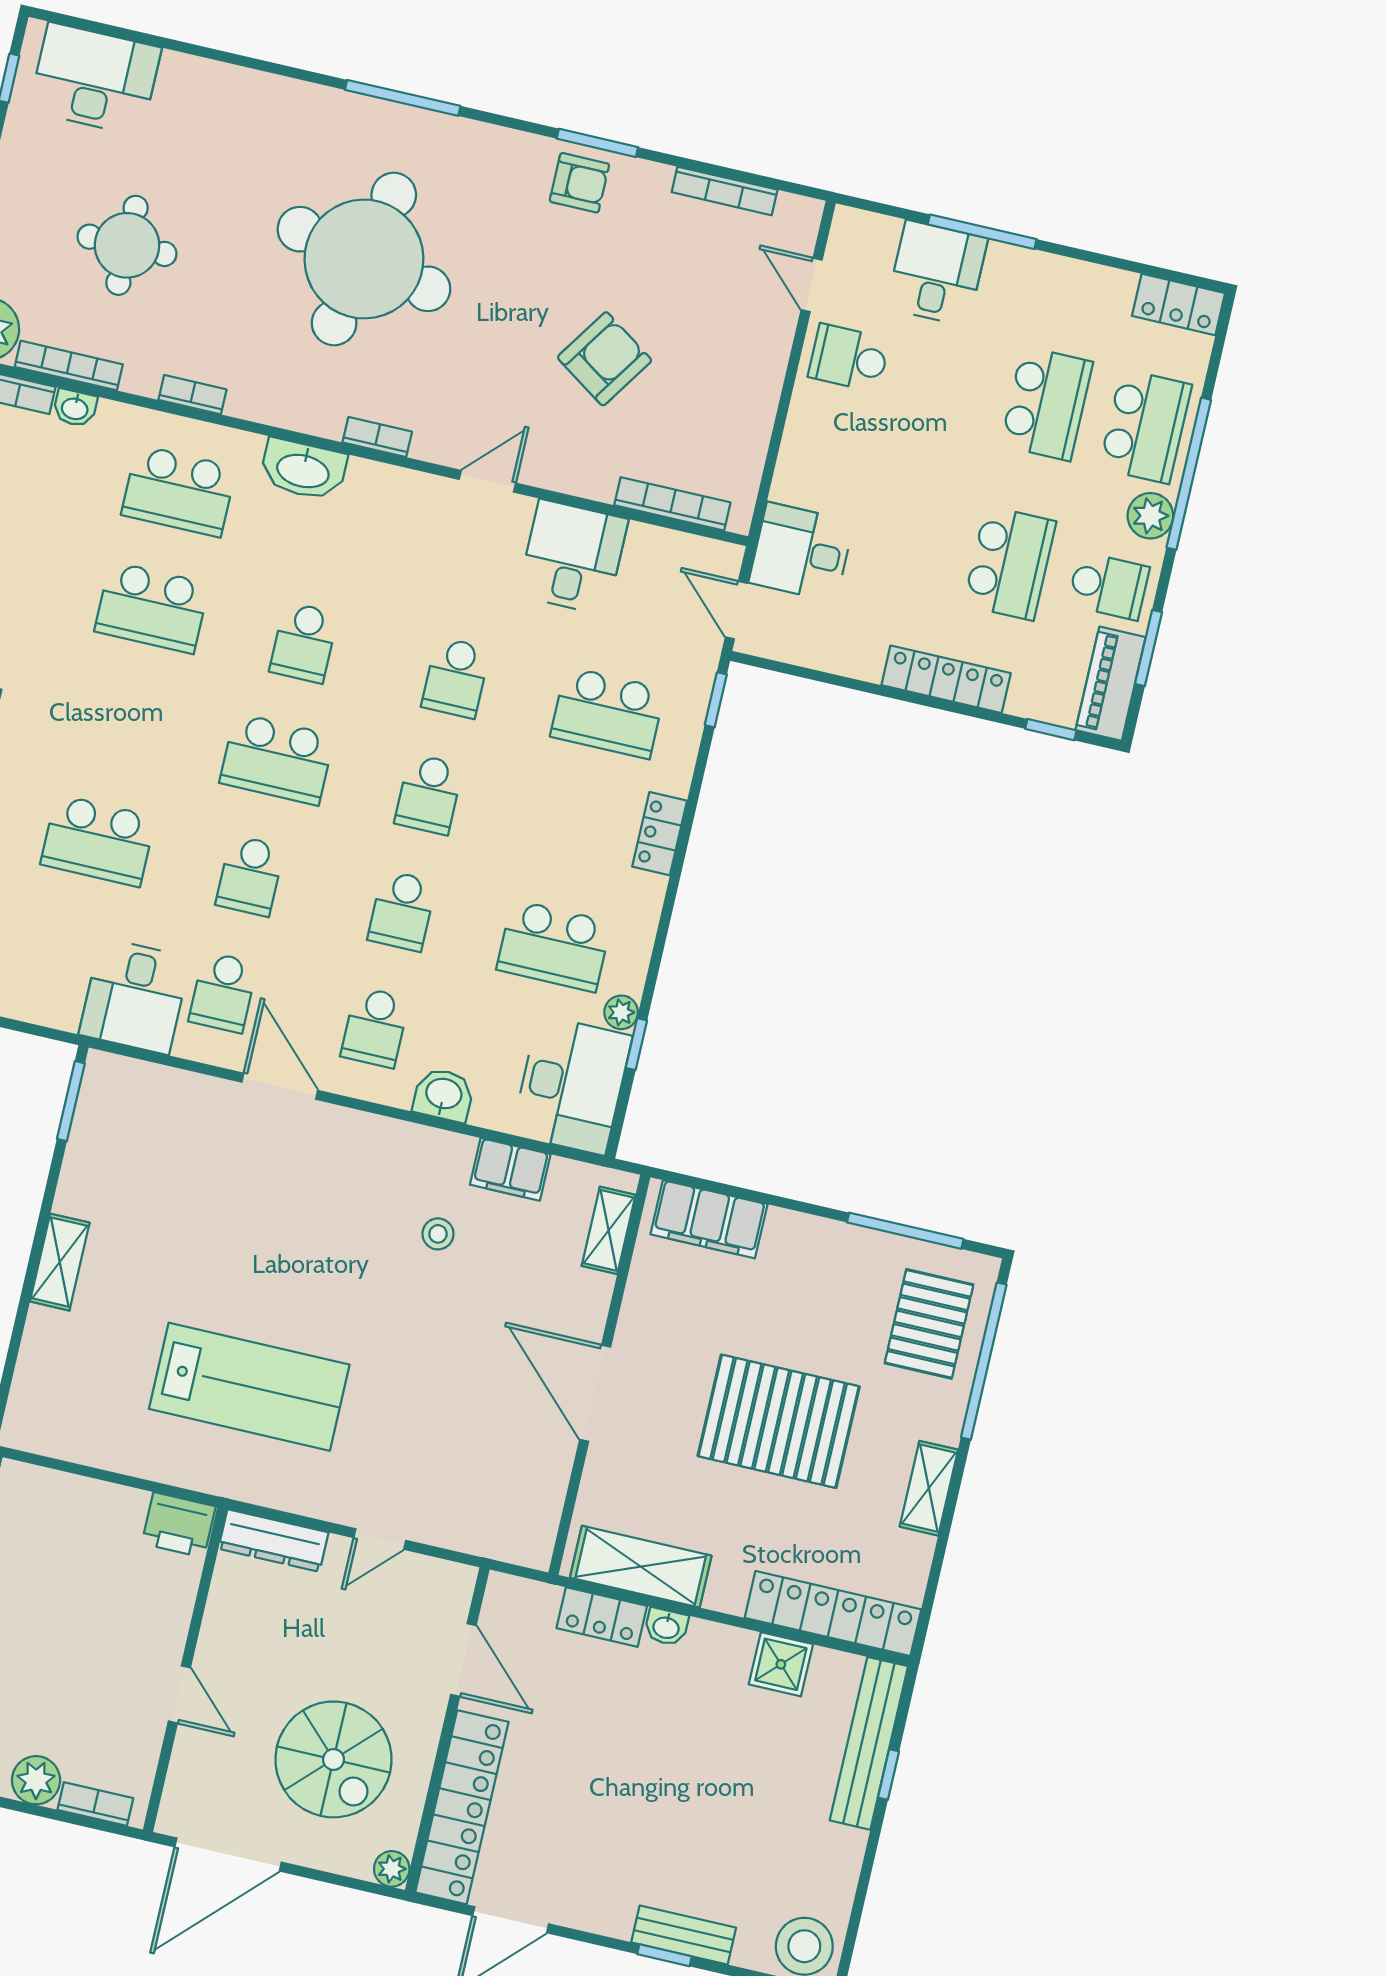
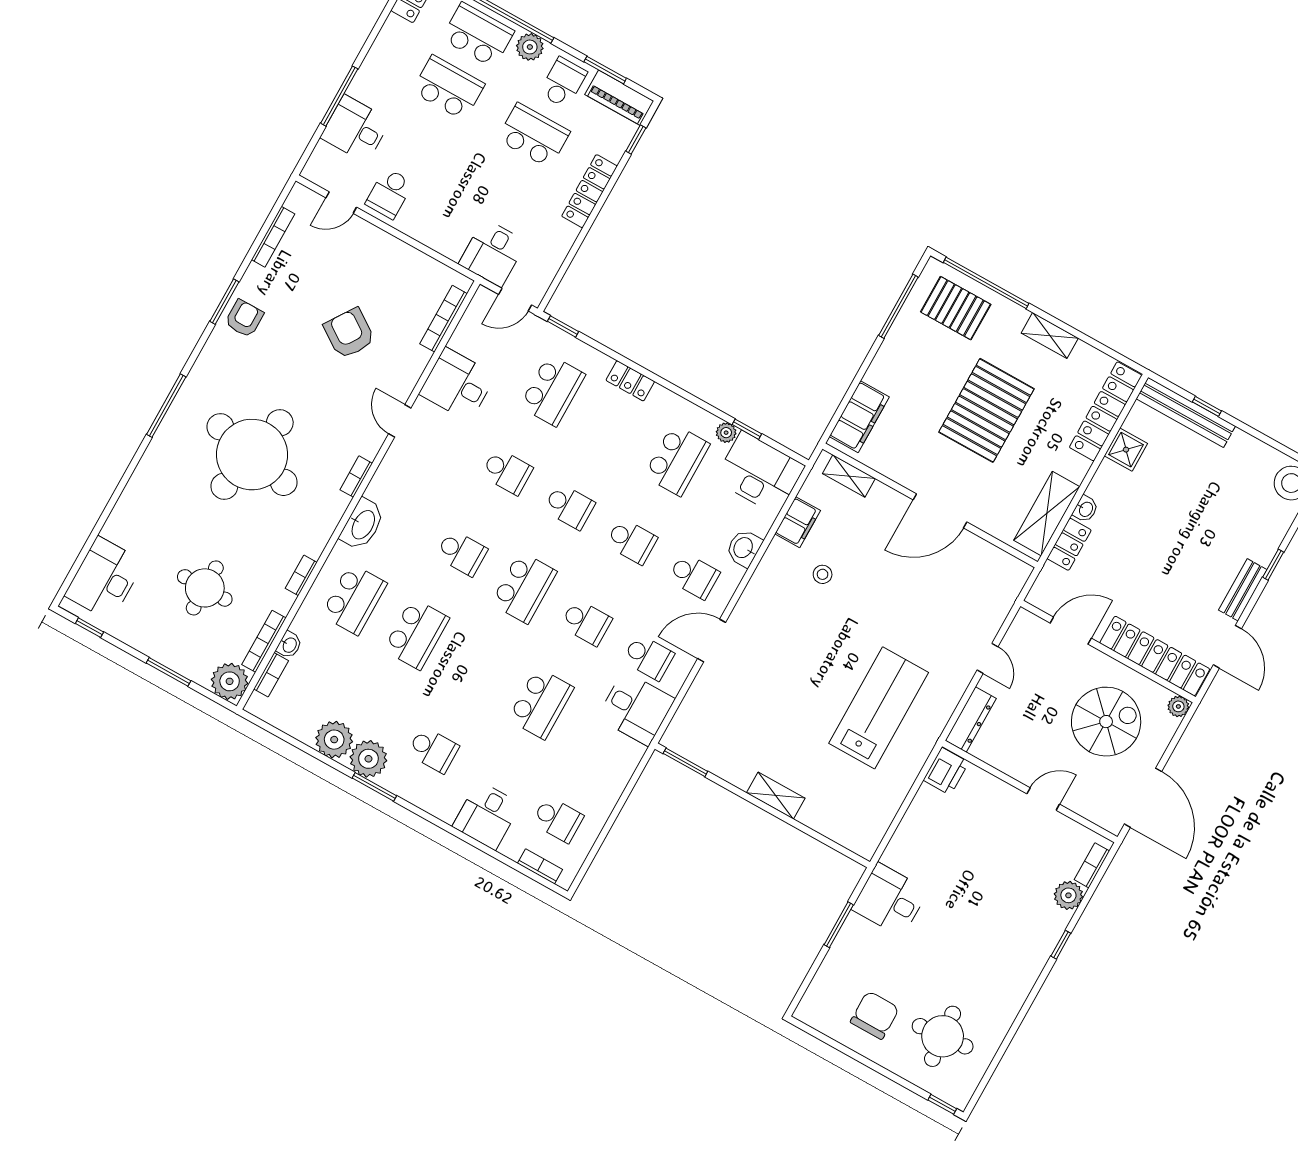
bench: (684, 1935) -> (1243, 590), moved

